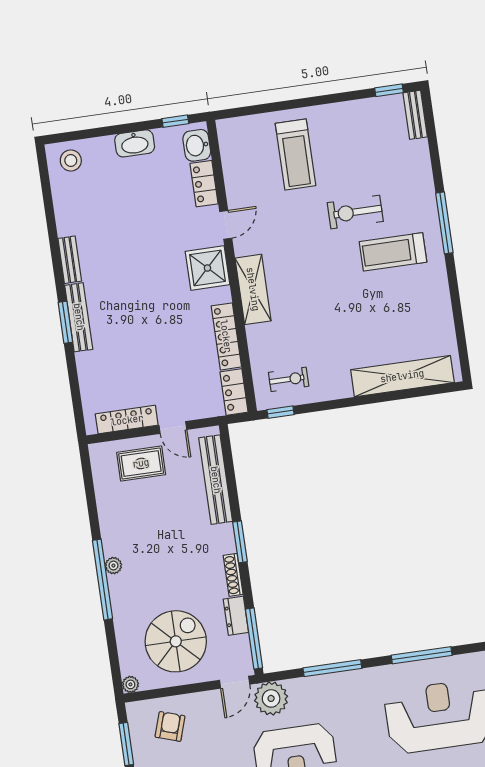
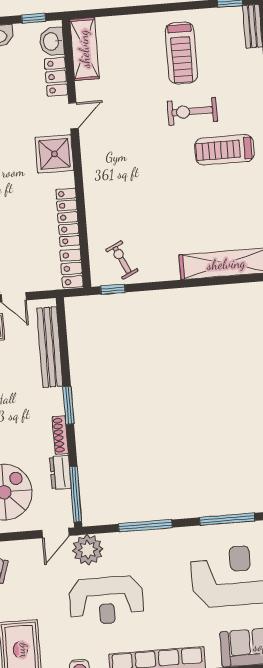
treadmill: (296, 154) -> (181, 53), moved
shelving: (253, 289) -> (84, 49), moved
exercise bike: (289, 379) -> (122, 260), turned -115

